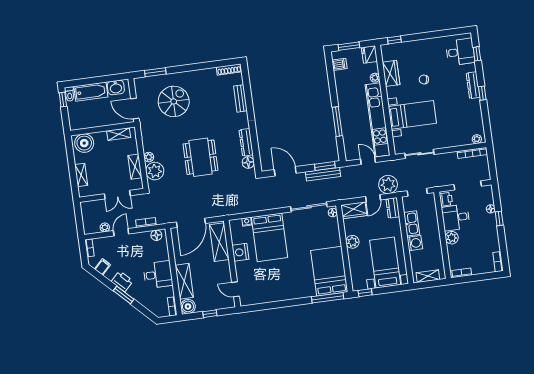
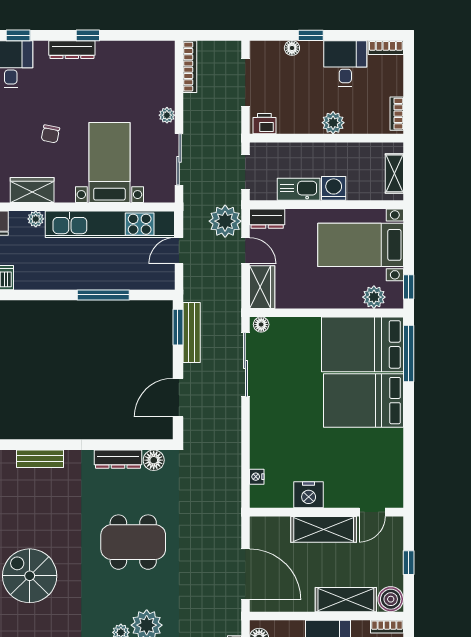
plant: (477, 139) -> (167, 115), moved
desk: (456, 218) -> (345, 64), moved, turned 180
bed: (270, 237) -> (364, 401), moved, turned 180
shelving: (219, 242) -> (324, 529), moved
plant: (352, 242) -> (374, 297), moved

